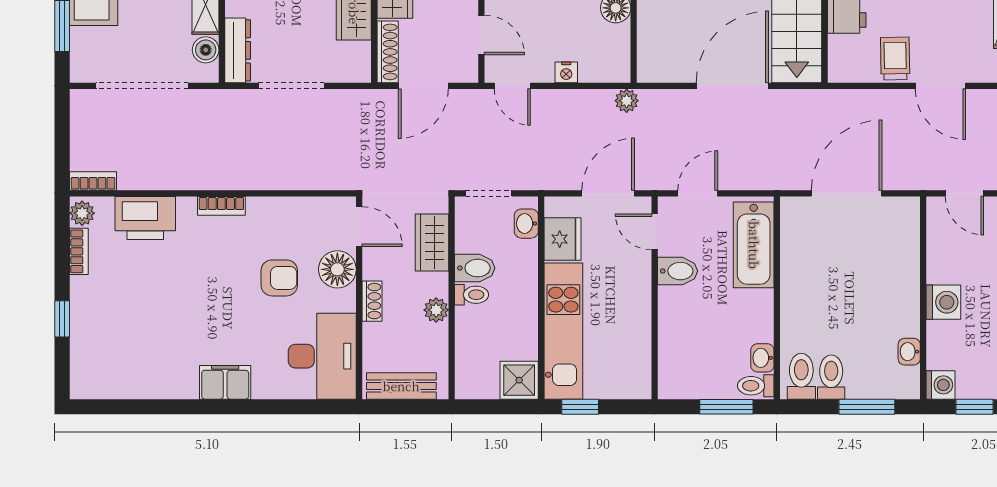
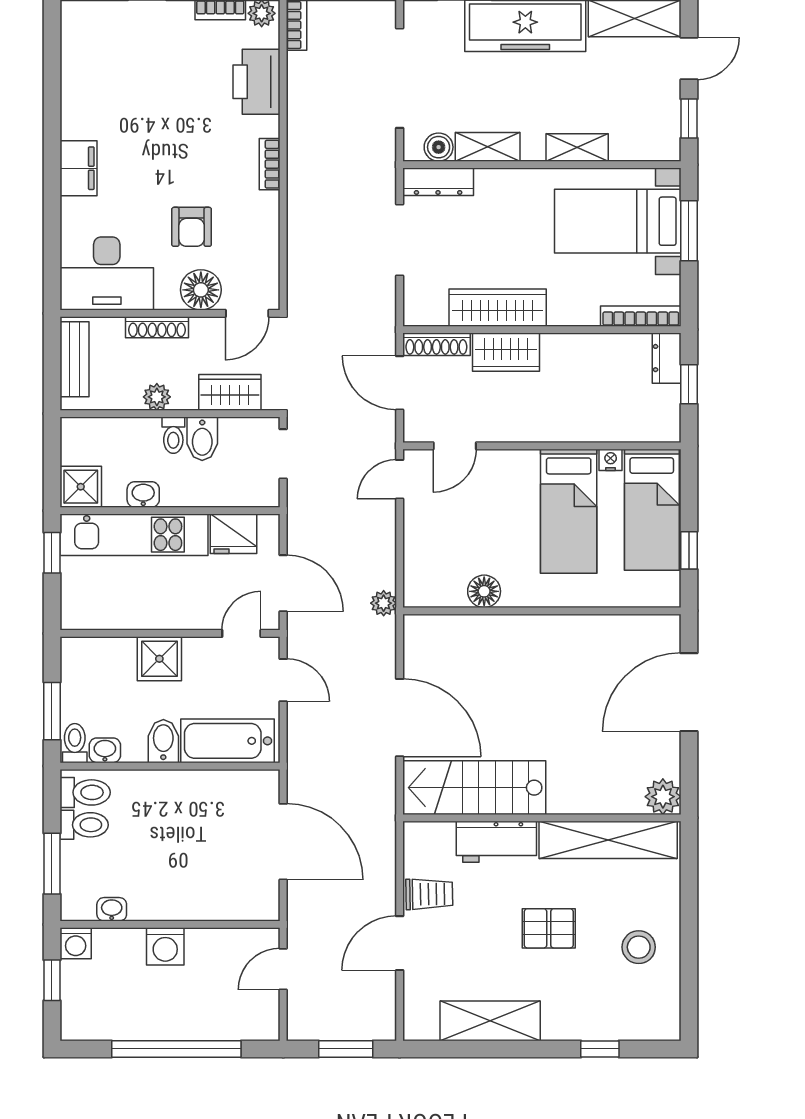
nightstand: (566, 72) -> (414, 538), removed
washbasin: (526, 224) -> (143, 494), moved
bidet: (678, 271) -> (163, 741), moved, turned 180
shoe rack: (372, 301) -> (157, 327), width x1.43
shower: (678, 308) -> (159, 659), added

